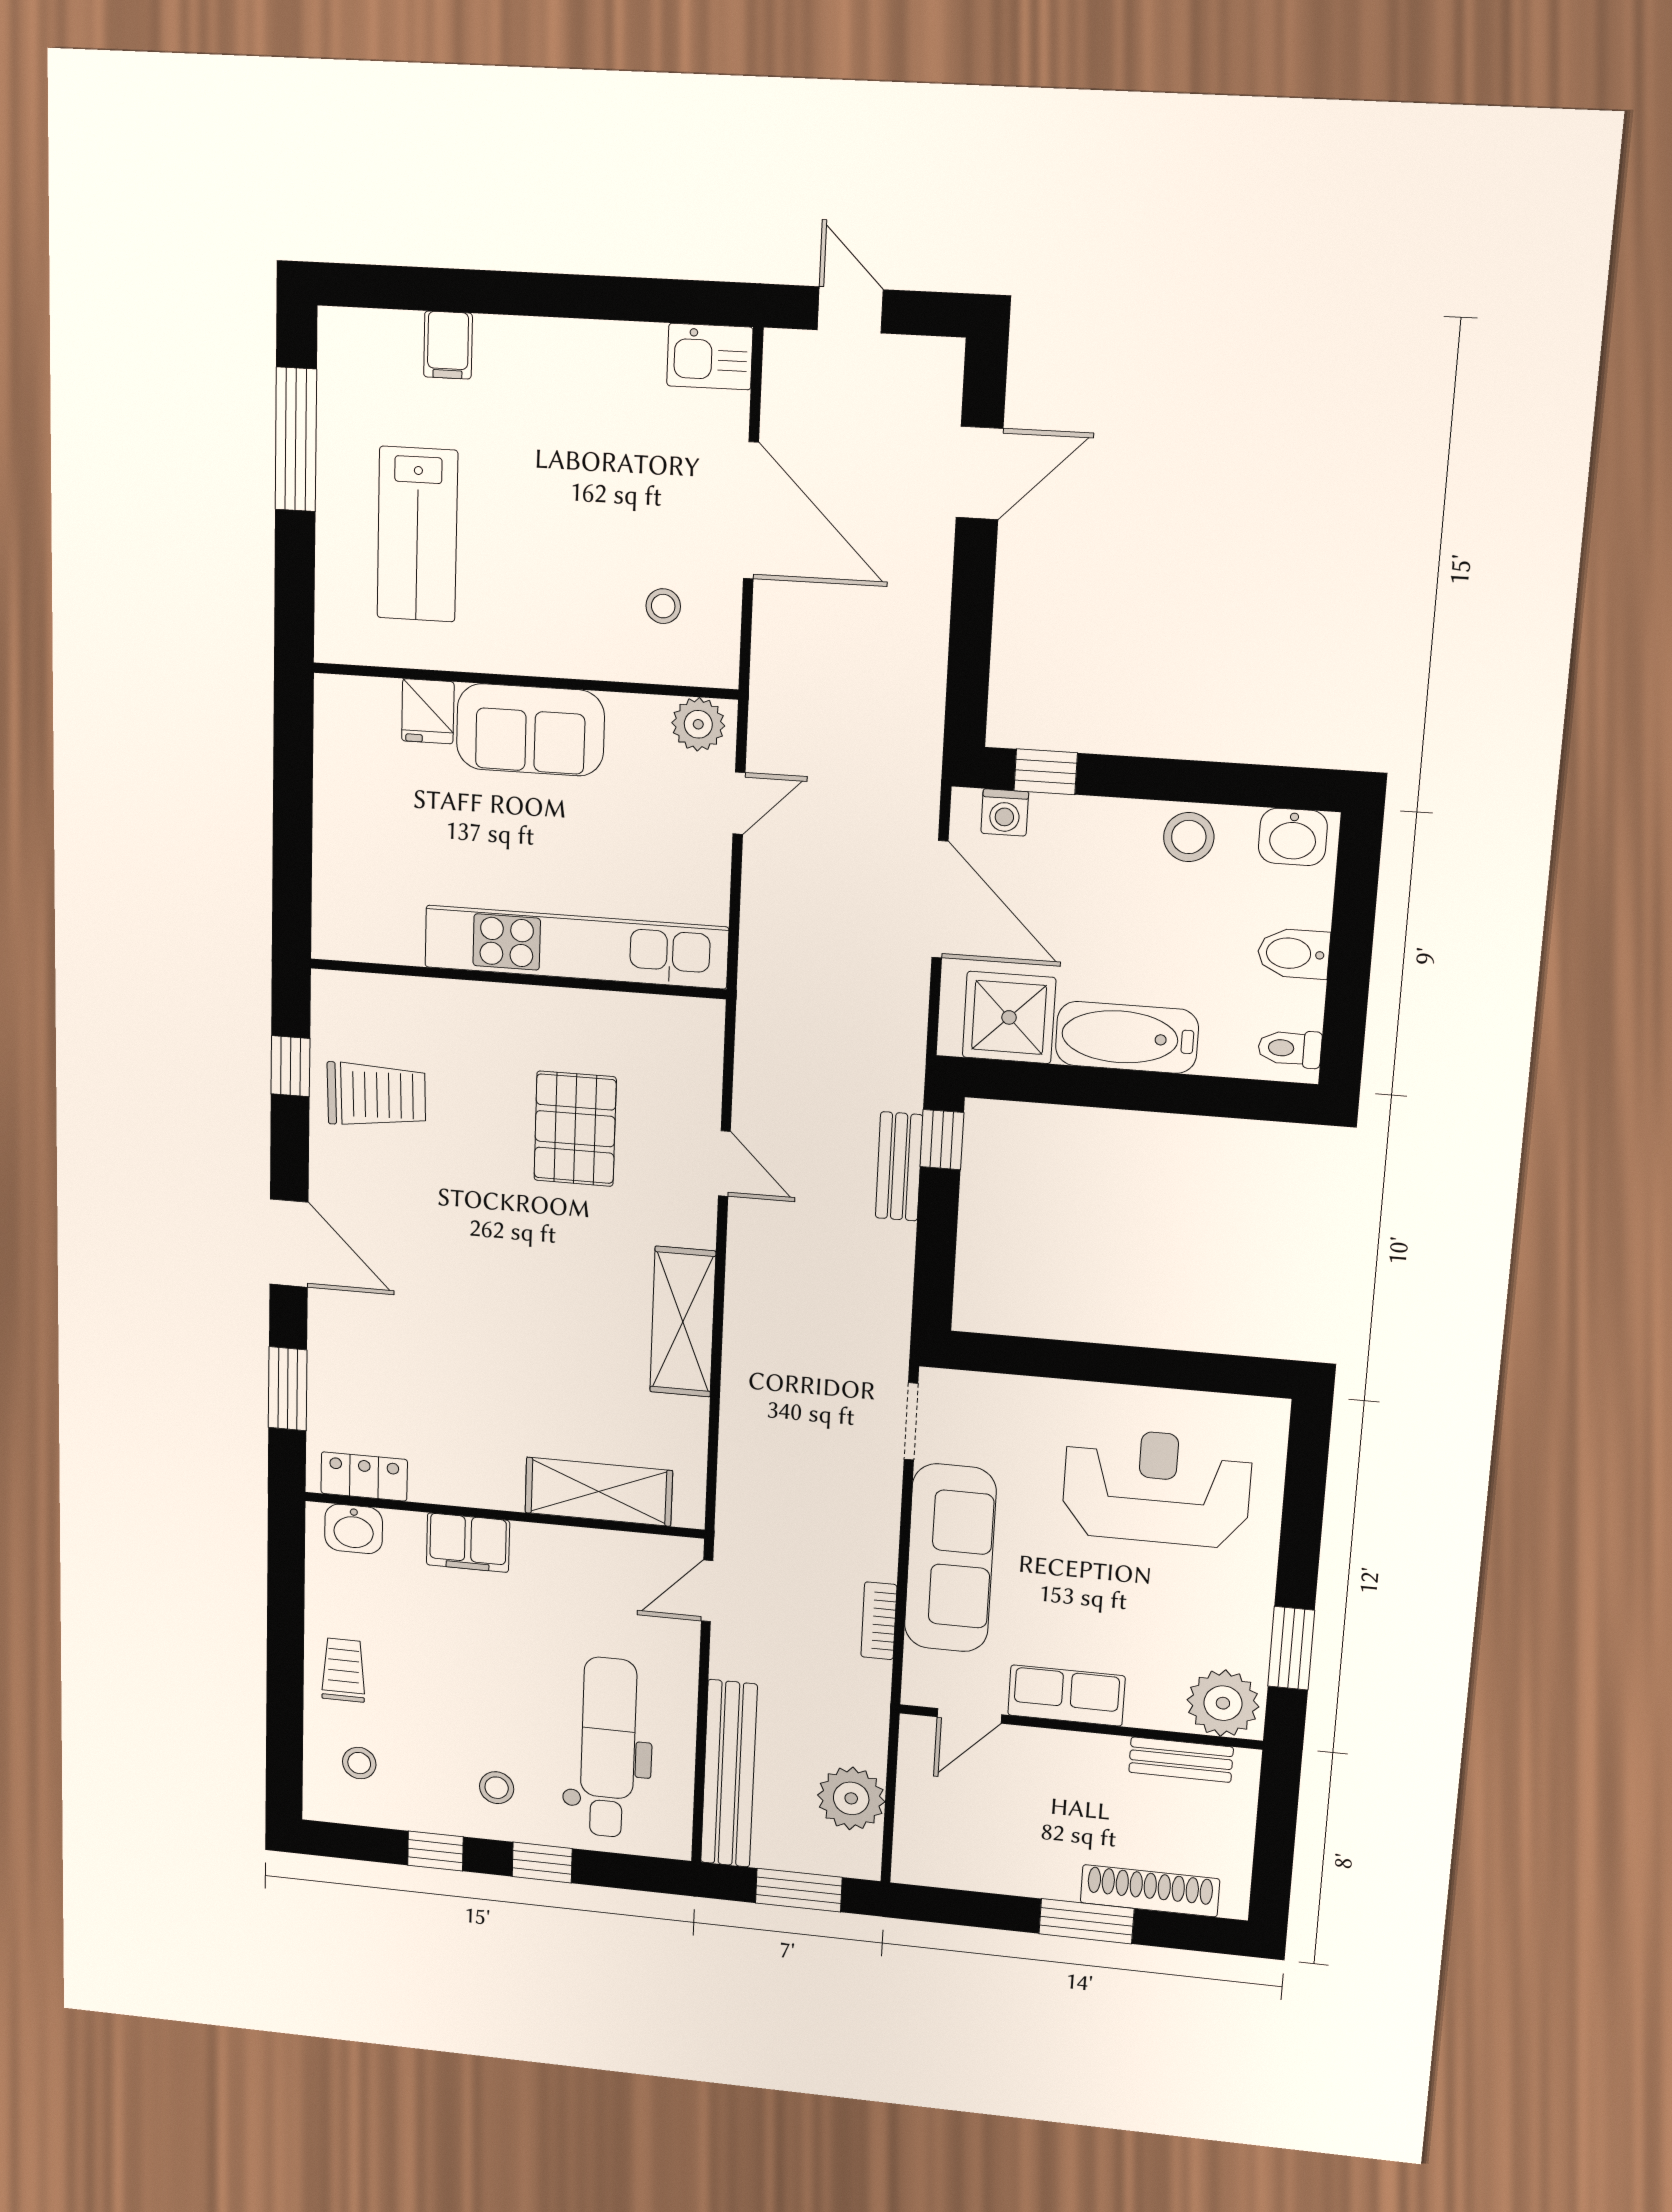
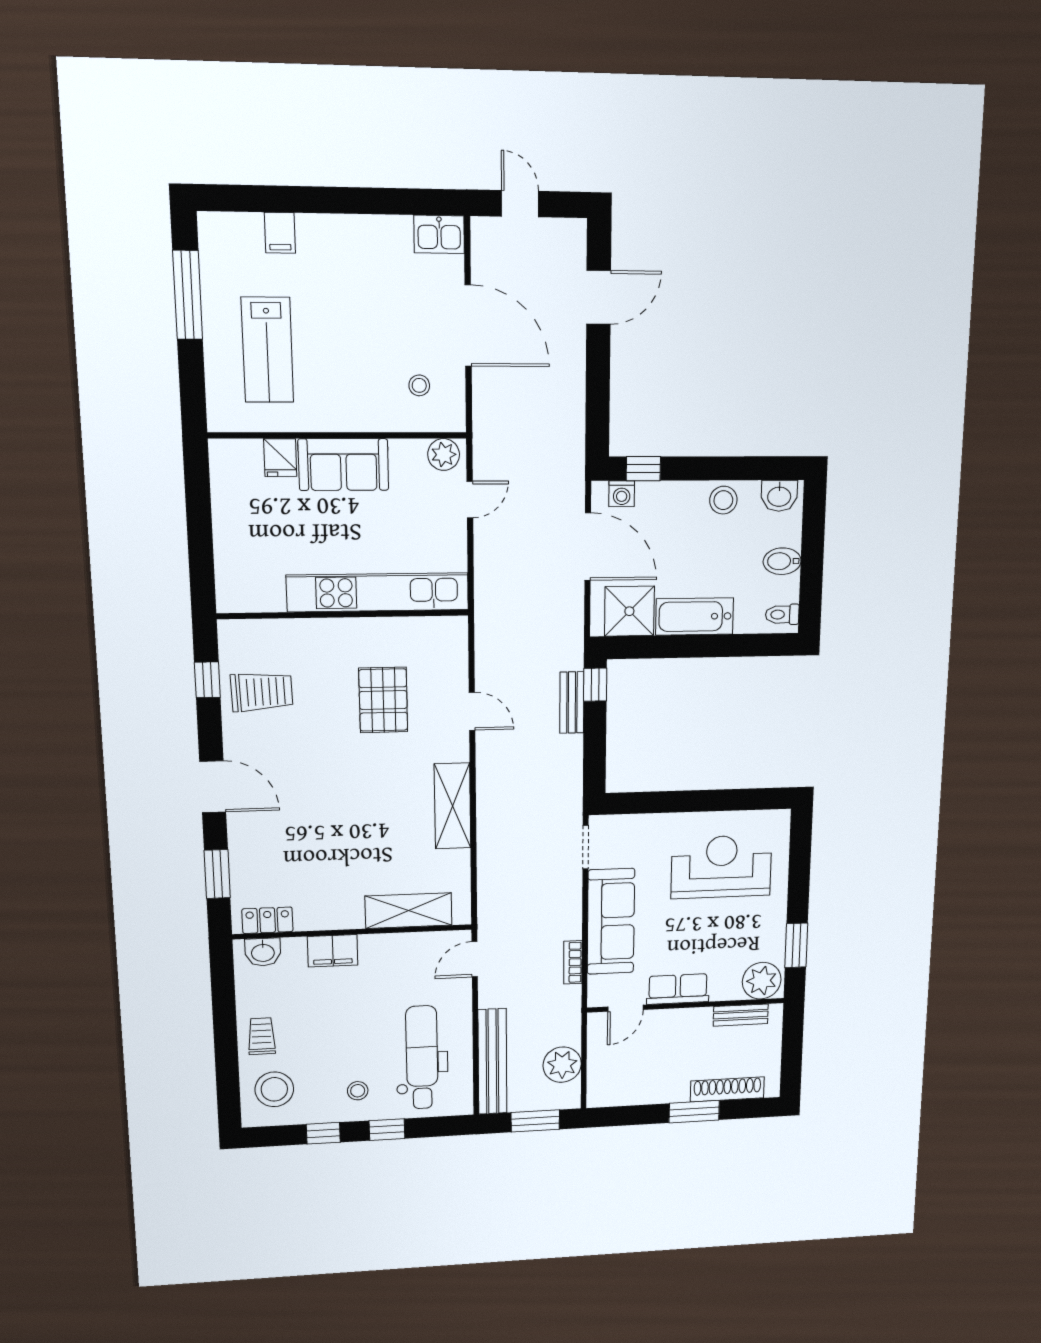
stool: (359, 1763) -> (274, 1089), width x1.89, depth x1.89

